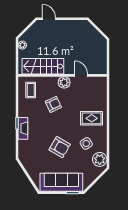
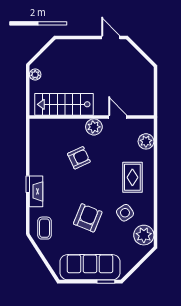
door: (49, 19) -> (111, 38), moved
coffee table: (31, 90) -> (45, 228), moved
plant: (101, 93) -> (146, 141), added
rug: (92, 118) -> (132, 177), turned 90
armchair: (60, 147) -> (88, 218), turned -98

